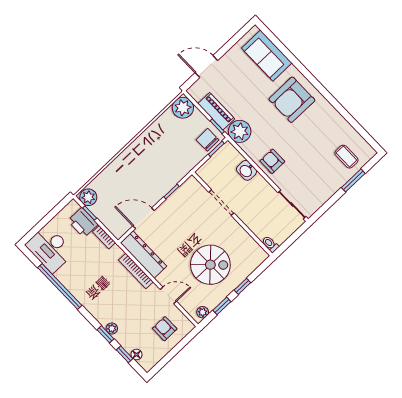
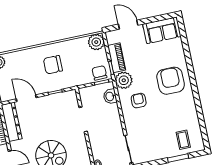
sofa: (267, 56) -> (162, 30), moved, turned -90
armchair: (292, 100) -> (171, 81), turned 90
armchair: (272, 161) -> (139, 101), moved
chair: (150, 163) -> (53, 65), added
washbasin: (247, 170) -> (110, 96), moved

